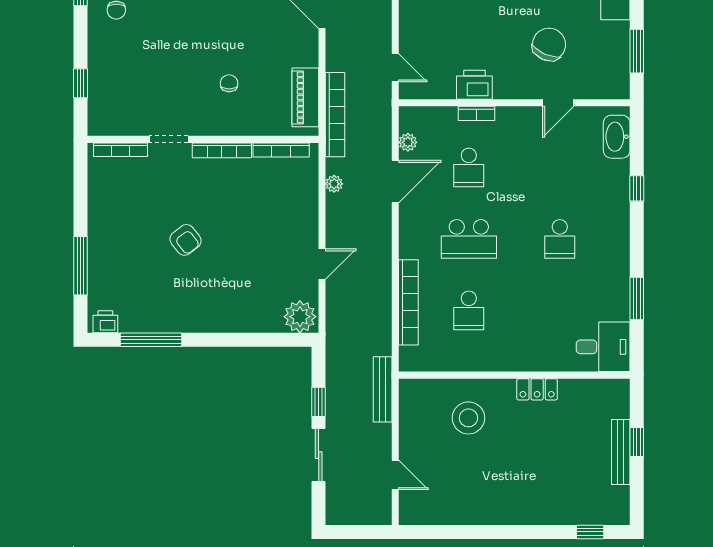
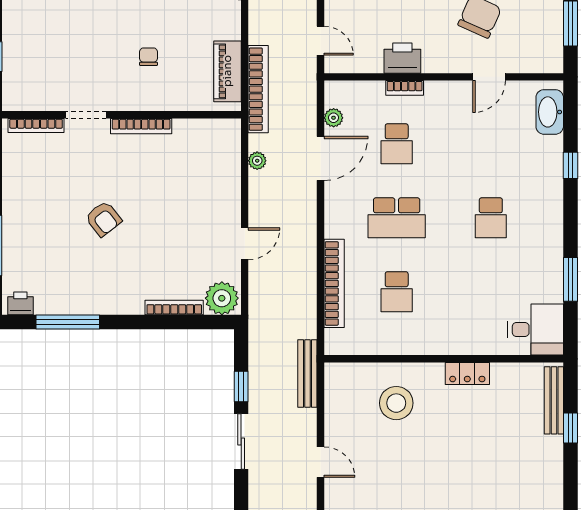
bookcase: (281, 150) -> (174, 308), moved, turned 180
bench: (621, 452) -> (554, 400), moved

